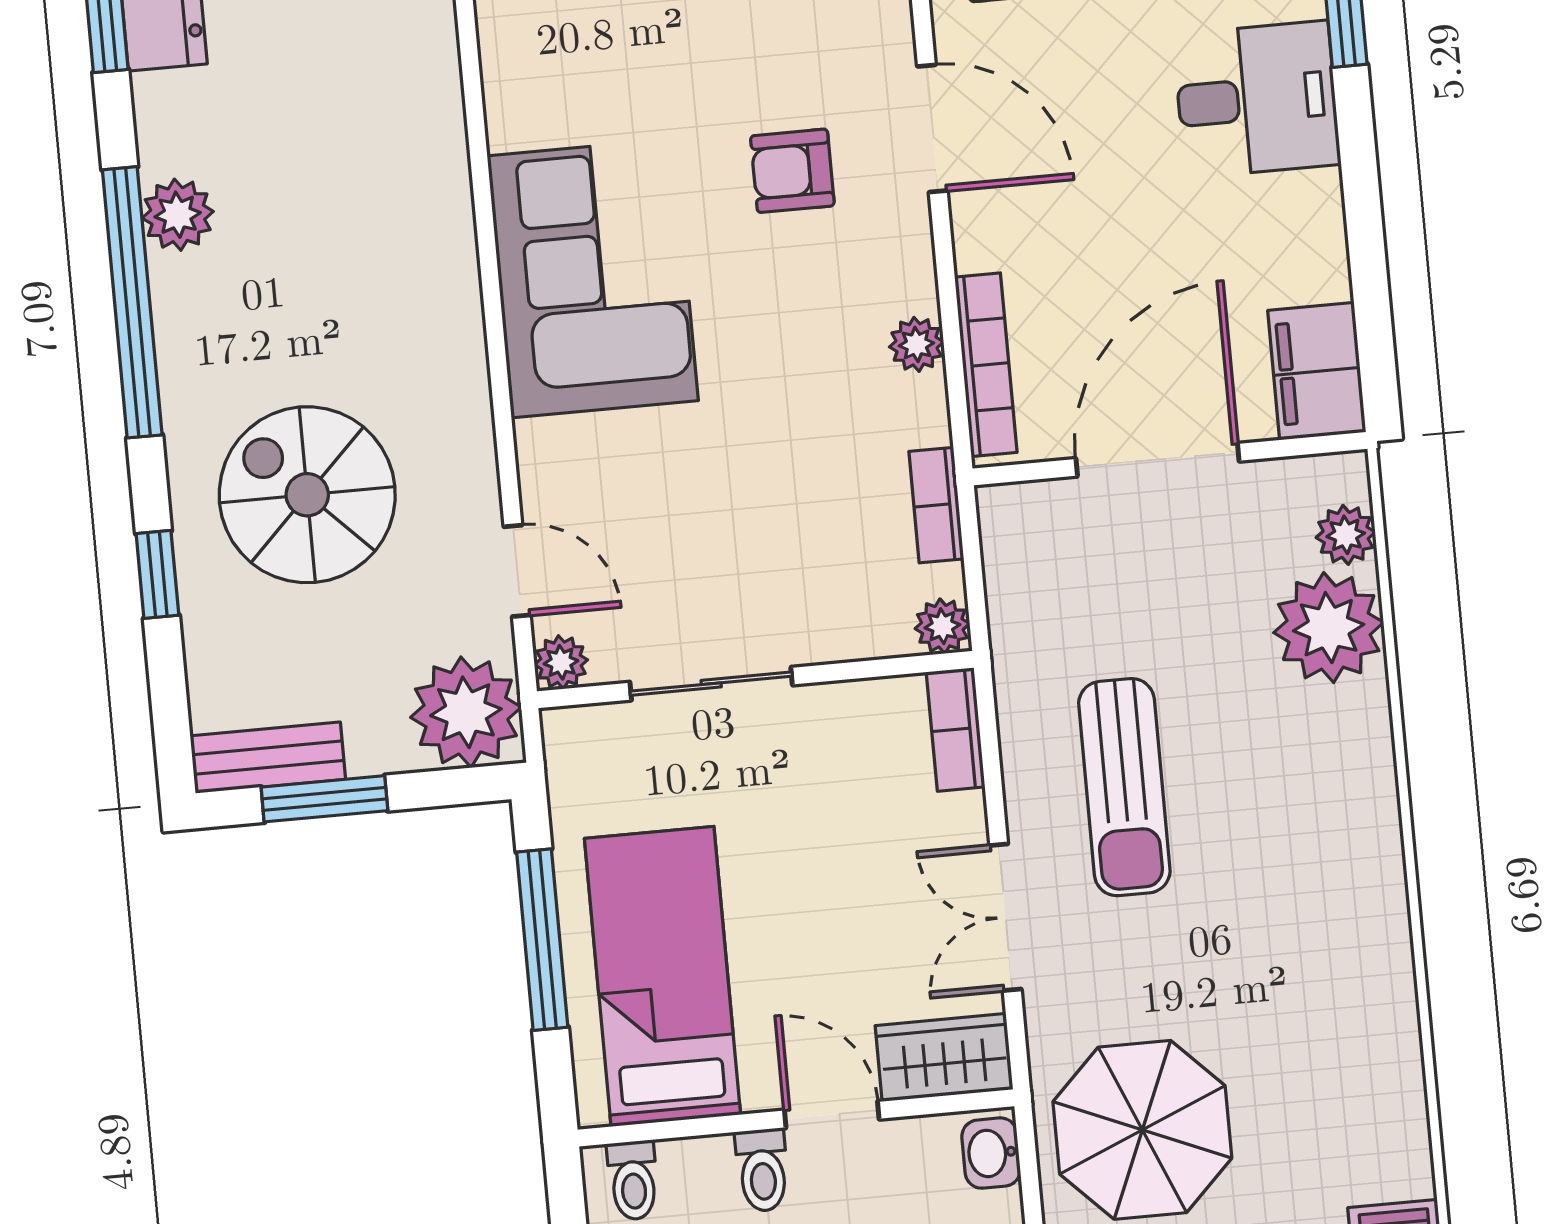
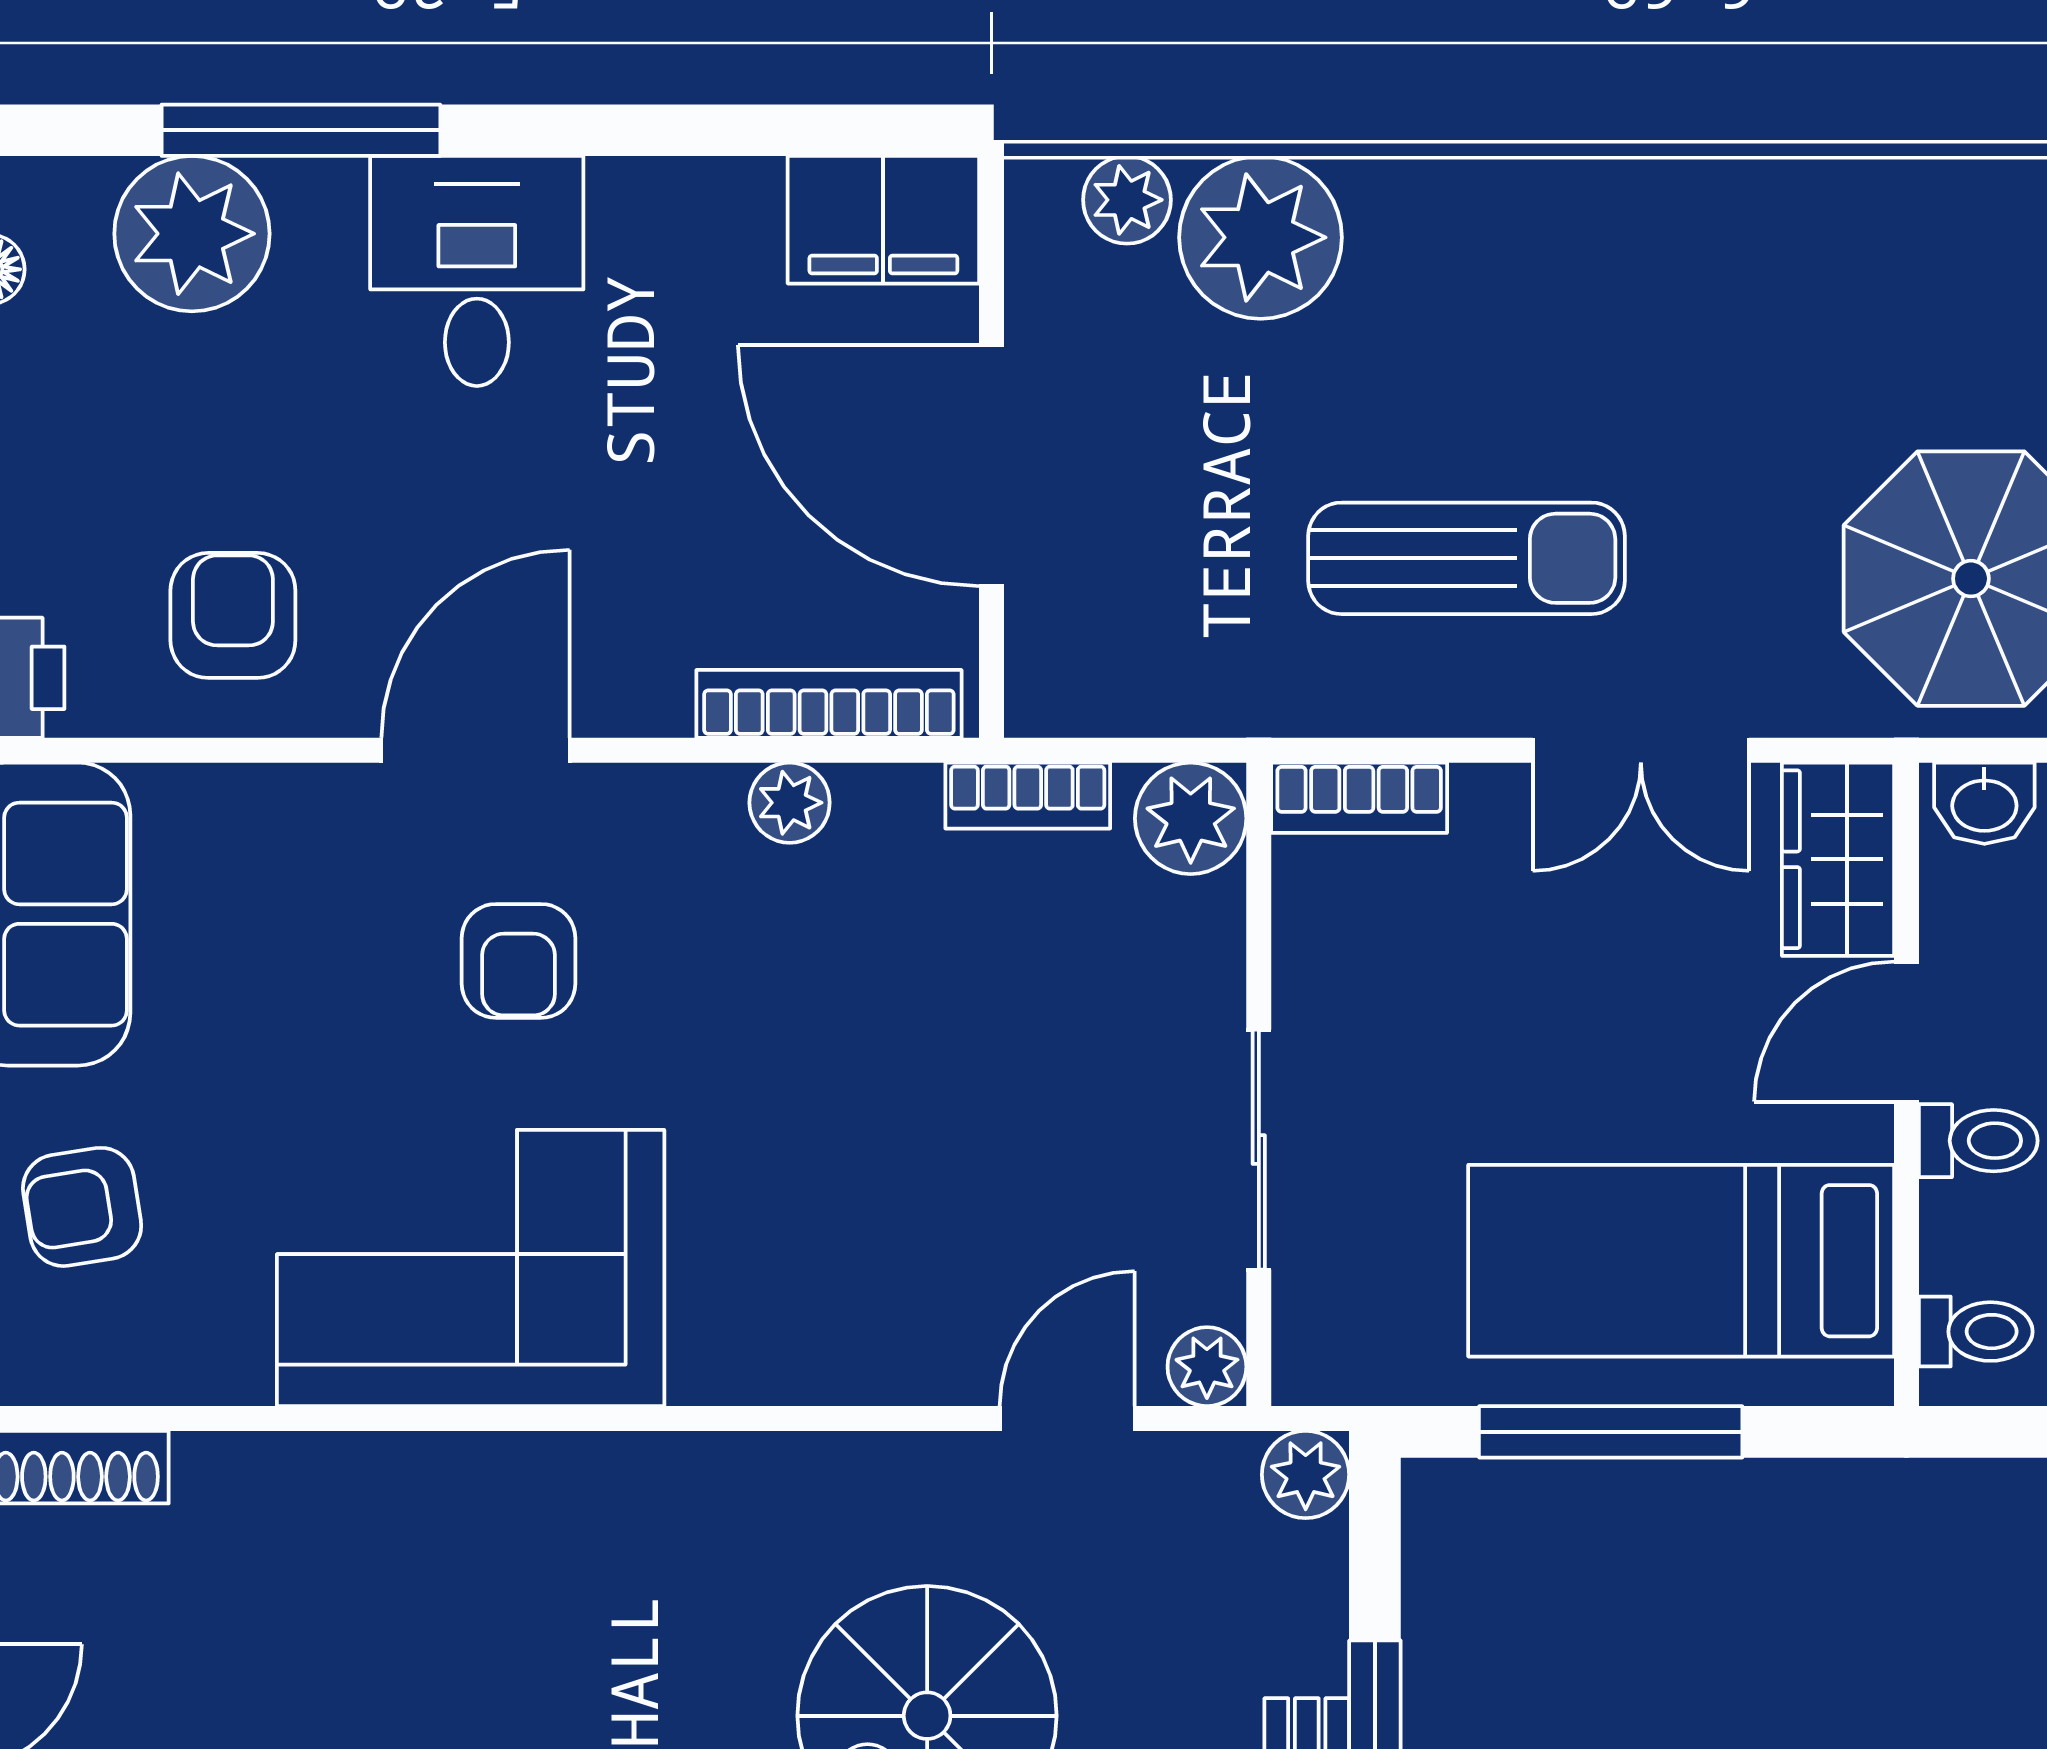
corner sofa: (593, 278) -> (471, 1268), moved
plant: (942, 626) -> (1191, 818), width x1.38, depth x1.38
plant: (466, 712) -> (1306, 1475), width x0.53, depth x0.53

